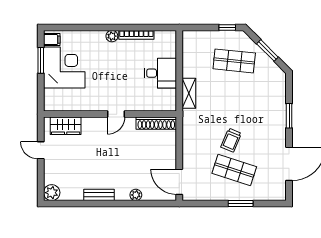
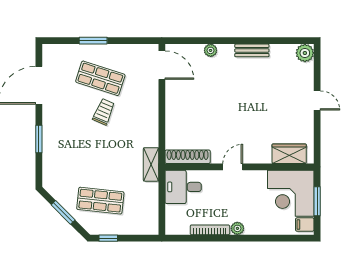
wall: (110, 114) -> (239, 167), moved
door: (116, 114) -> (233, 167), moved
shoe rack: (156, 123) -> (188, 157), moved
wardrobe: (66, 126) -> (289, 154), moved

